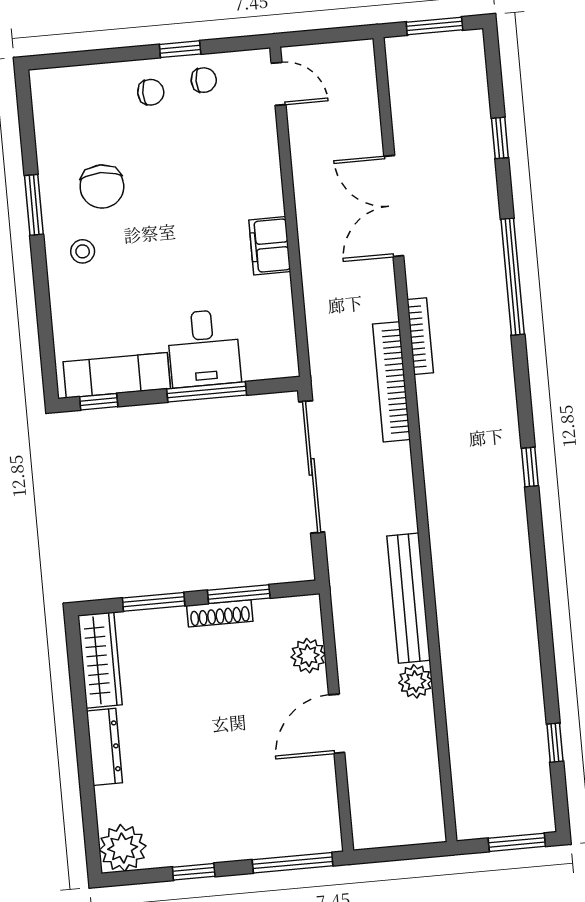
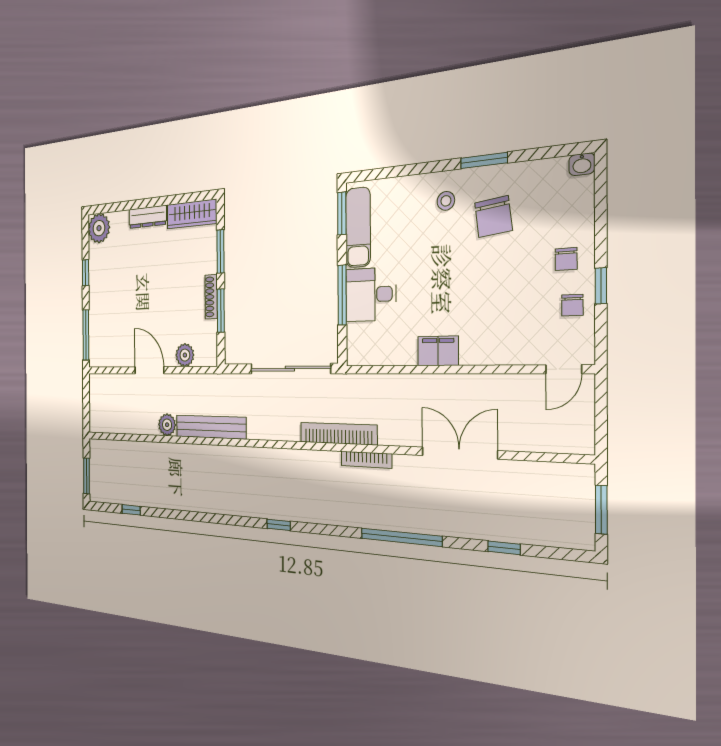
washbasin: (42, 83) -> (582, 164), added
chair: (102, 187) -> (493, 217), turned -97
window: (99, 402) -> (342, 214), width x1.50

